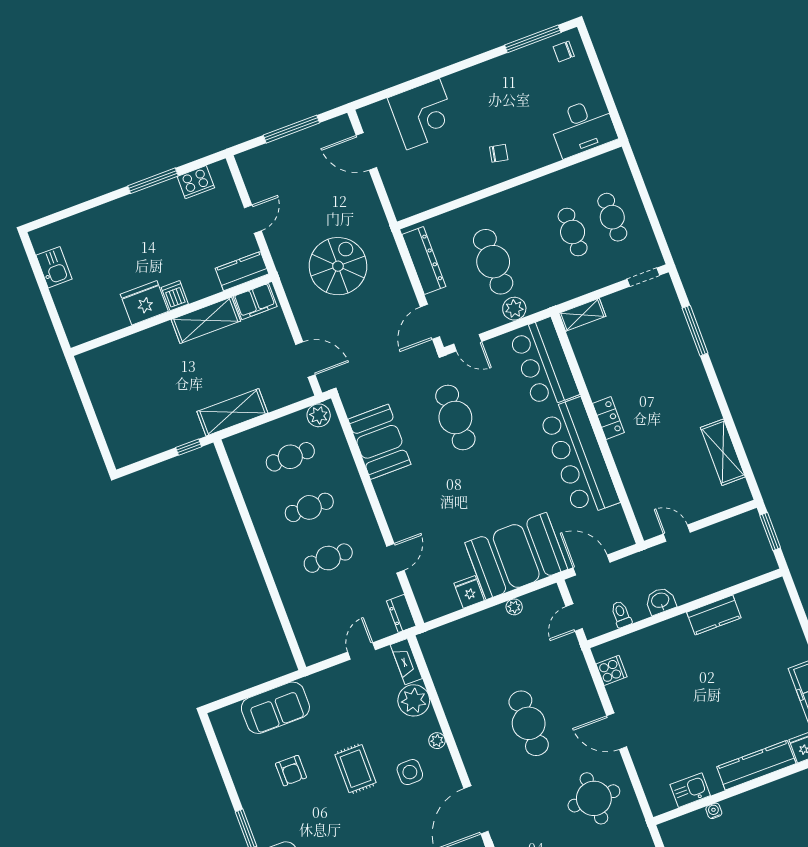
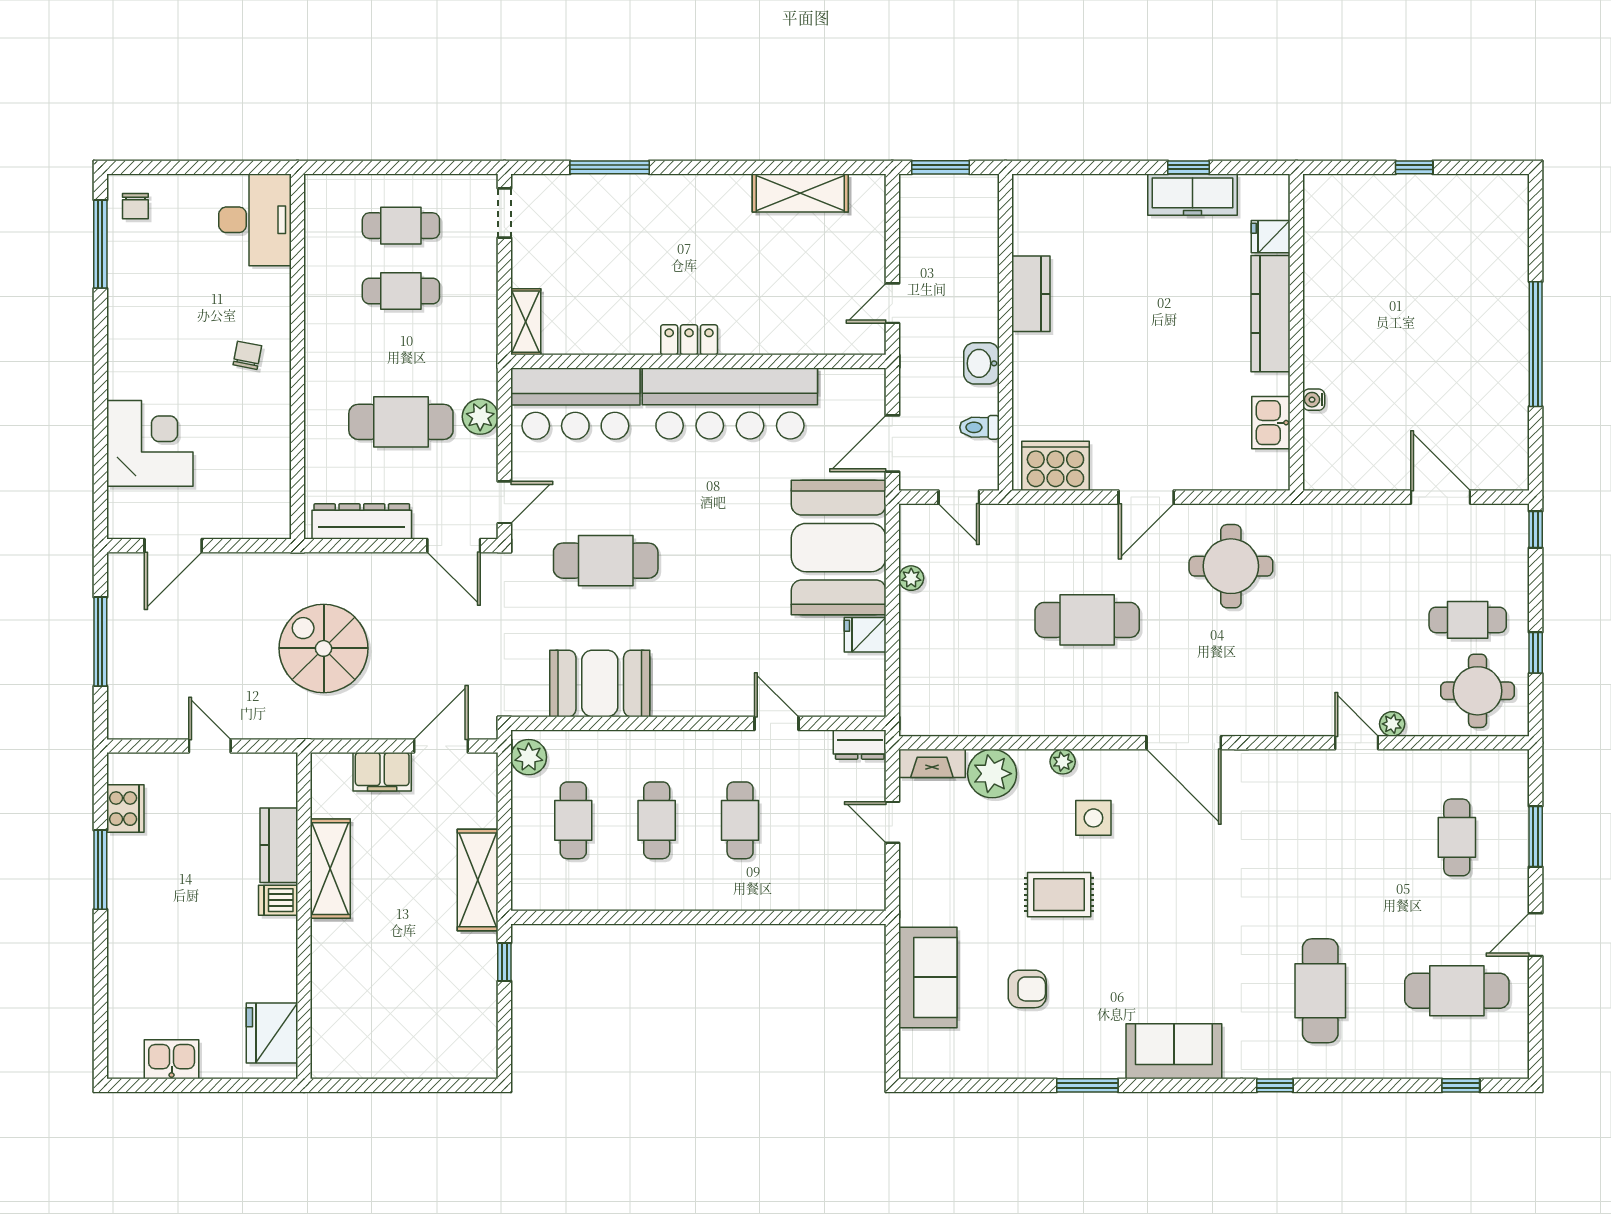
kitchen counter: (242, 271) -> (279, 845), moved
filing cabinet: (255, 301) -> (382, 772), moved, turned 90
fridge: (144, 303) -> (272, 1033), moved
cooker: (611, 670) -> (1055, 466), width x1.87, depth x1.31

